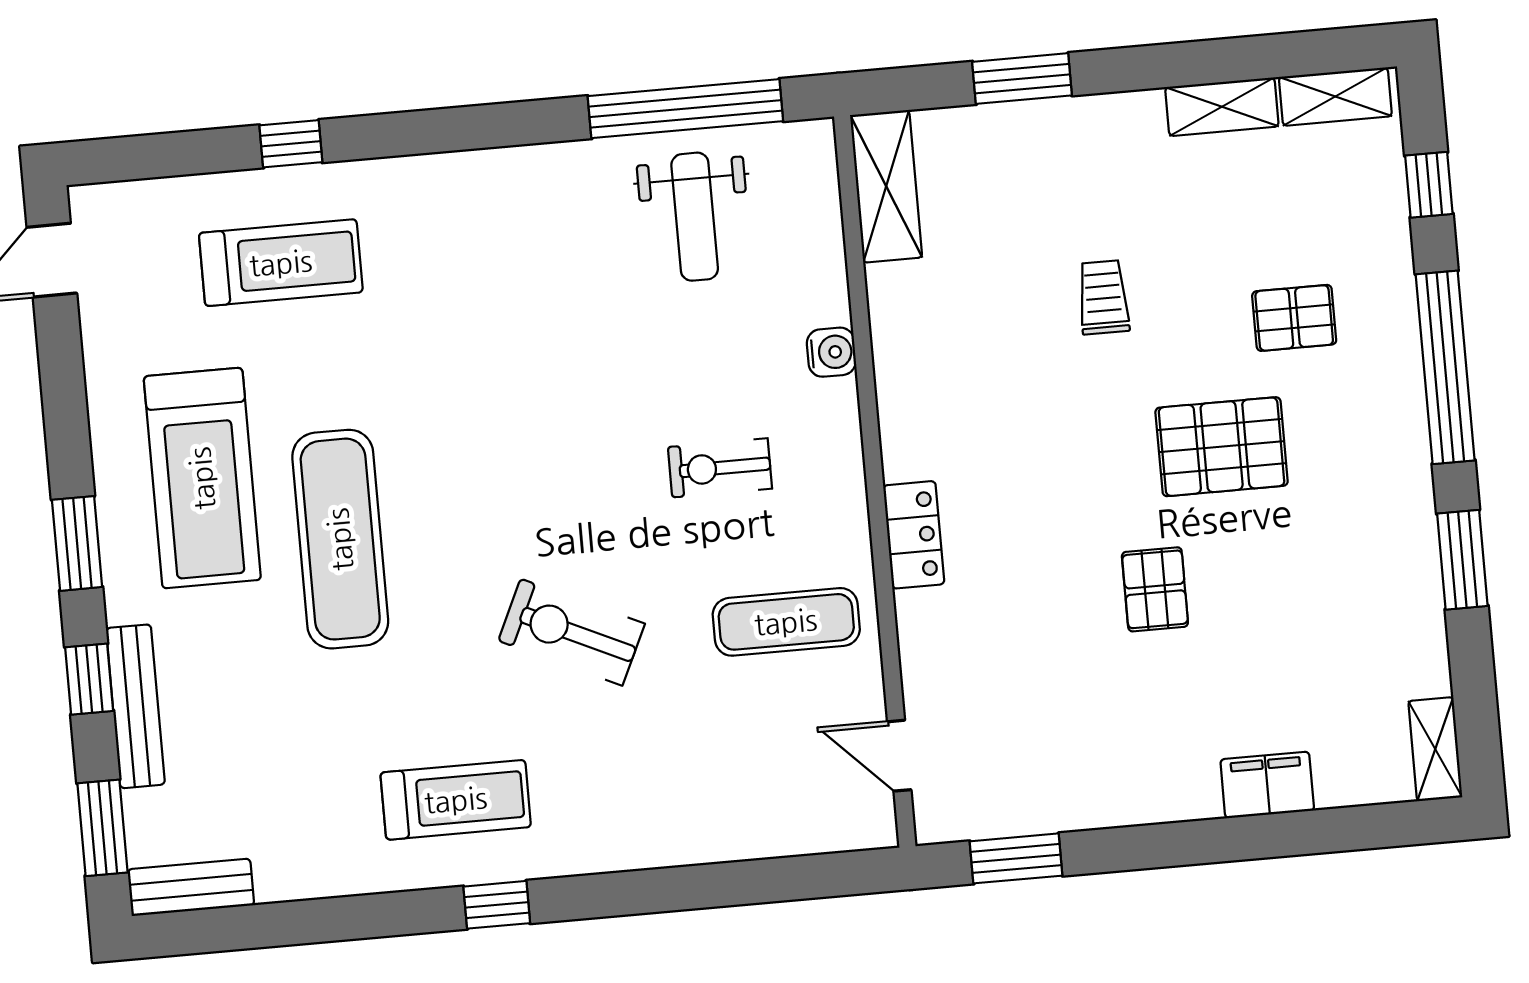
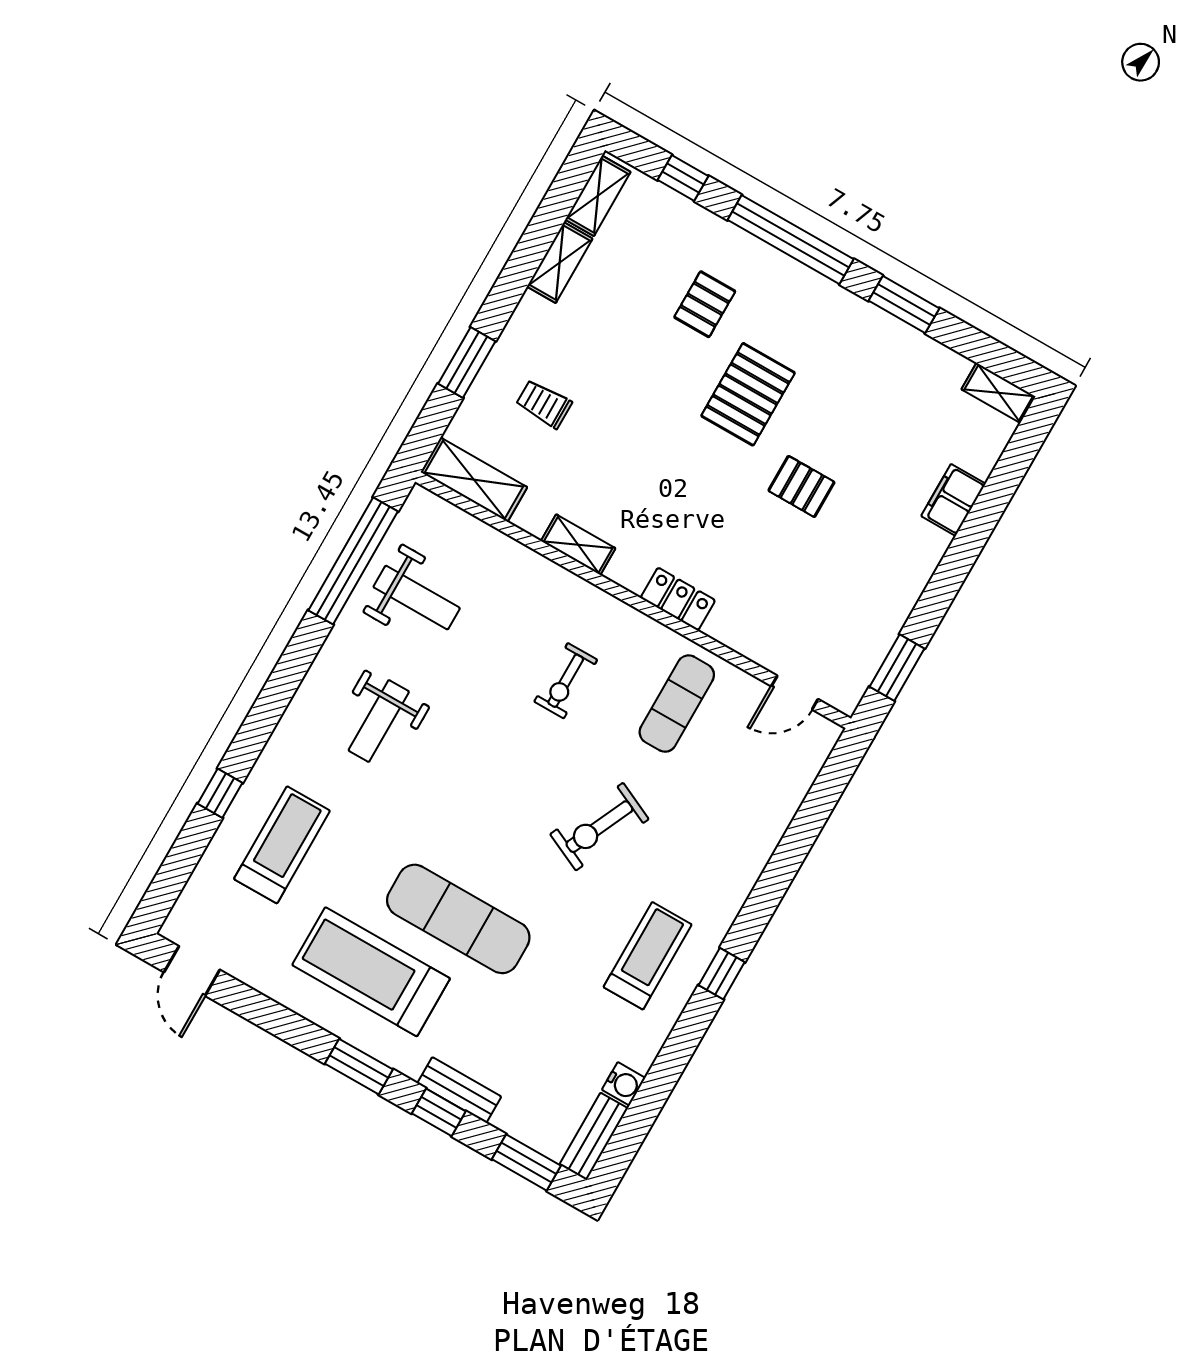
weight bench: (513, 275) -> (379, 721), added
trolley: (1103, 297) -> (544, 404), moved
water cooler: (831, 352) -> (624, 1084), moved, turned 90
shelving: (895, 368) -> (578, 545), added
treadmill: (202, 478) -> (371, 972), turned 180
bench: (135, 706) -> (459, 1090), width x0.73

